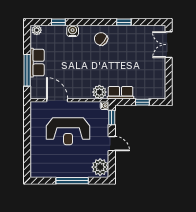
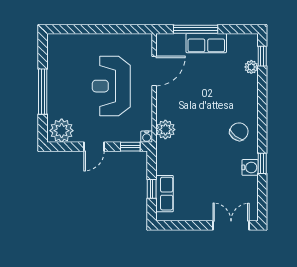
window: (58, 22) -> (262, 56), moved
plant: (37, 30) -> (251, 67), moved
water cooler: (73, 31) -> (250, 167), moved
row of seats: (121, 93) -> (165, 194), moved

